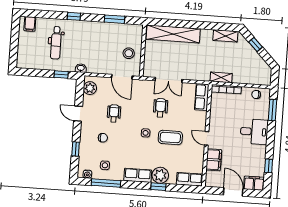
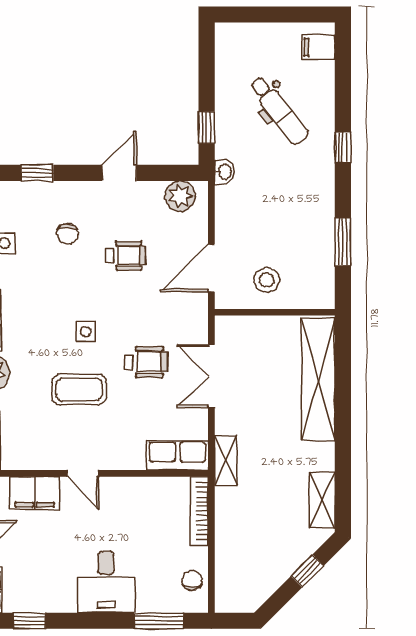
dental chair: (56, 43) -> (279, 111), turned -128
shelving: (221, 77) -> (226, 460), moved
coffee table: (170, 137) -> (79, 389), turned 90
door: (207, 138) -> (83, 473), swing flipped

